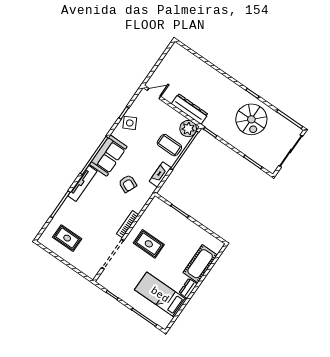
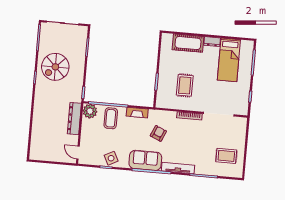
spiral stairs: (251, 119) -> (55, 67), turned 180
rug: (67, 238) -> (226, 156), turned 90
rug: (149, 244) -> (185, 85), moved

